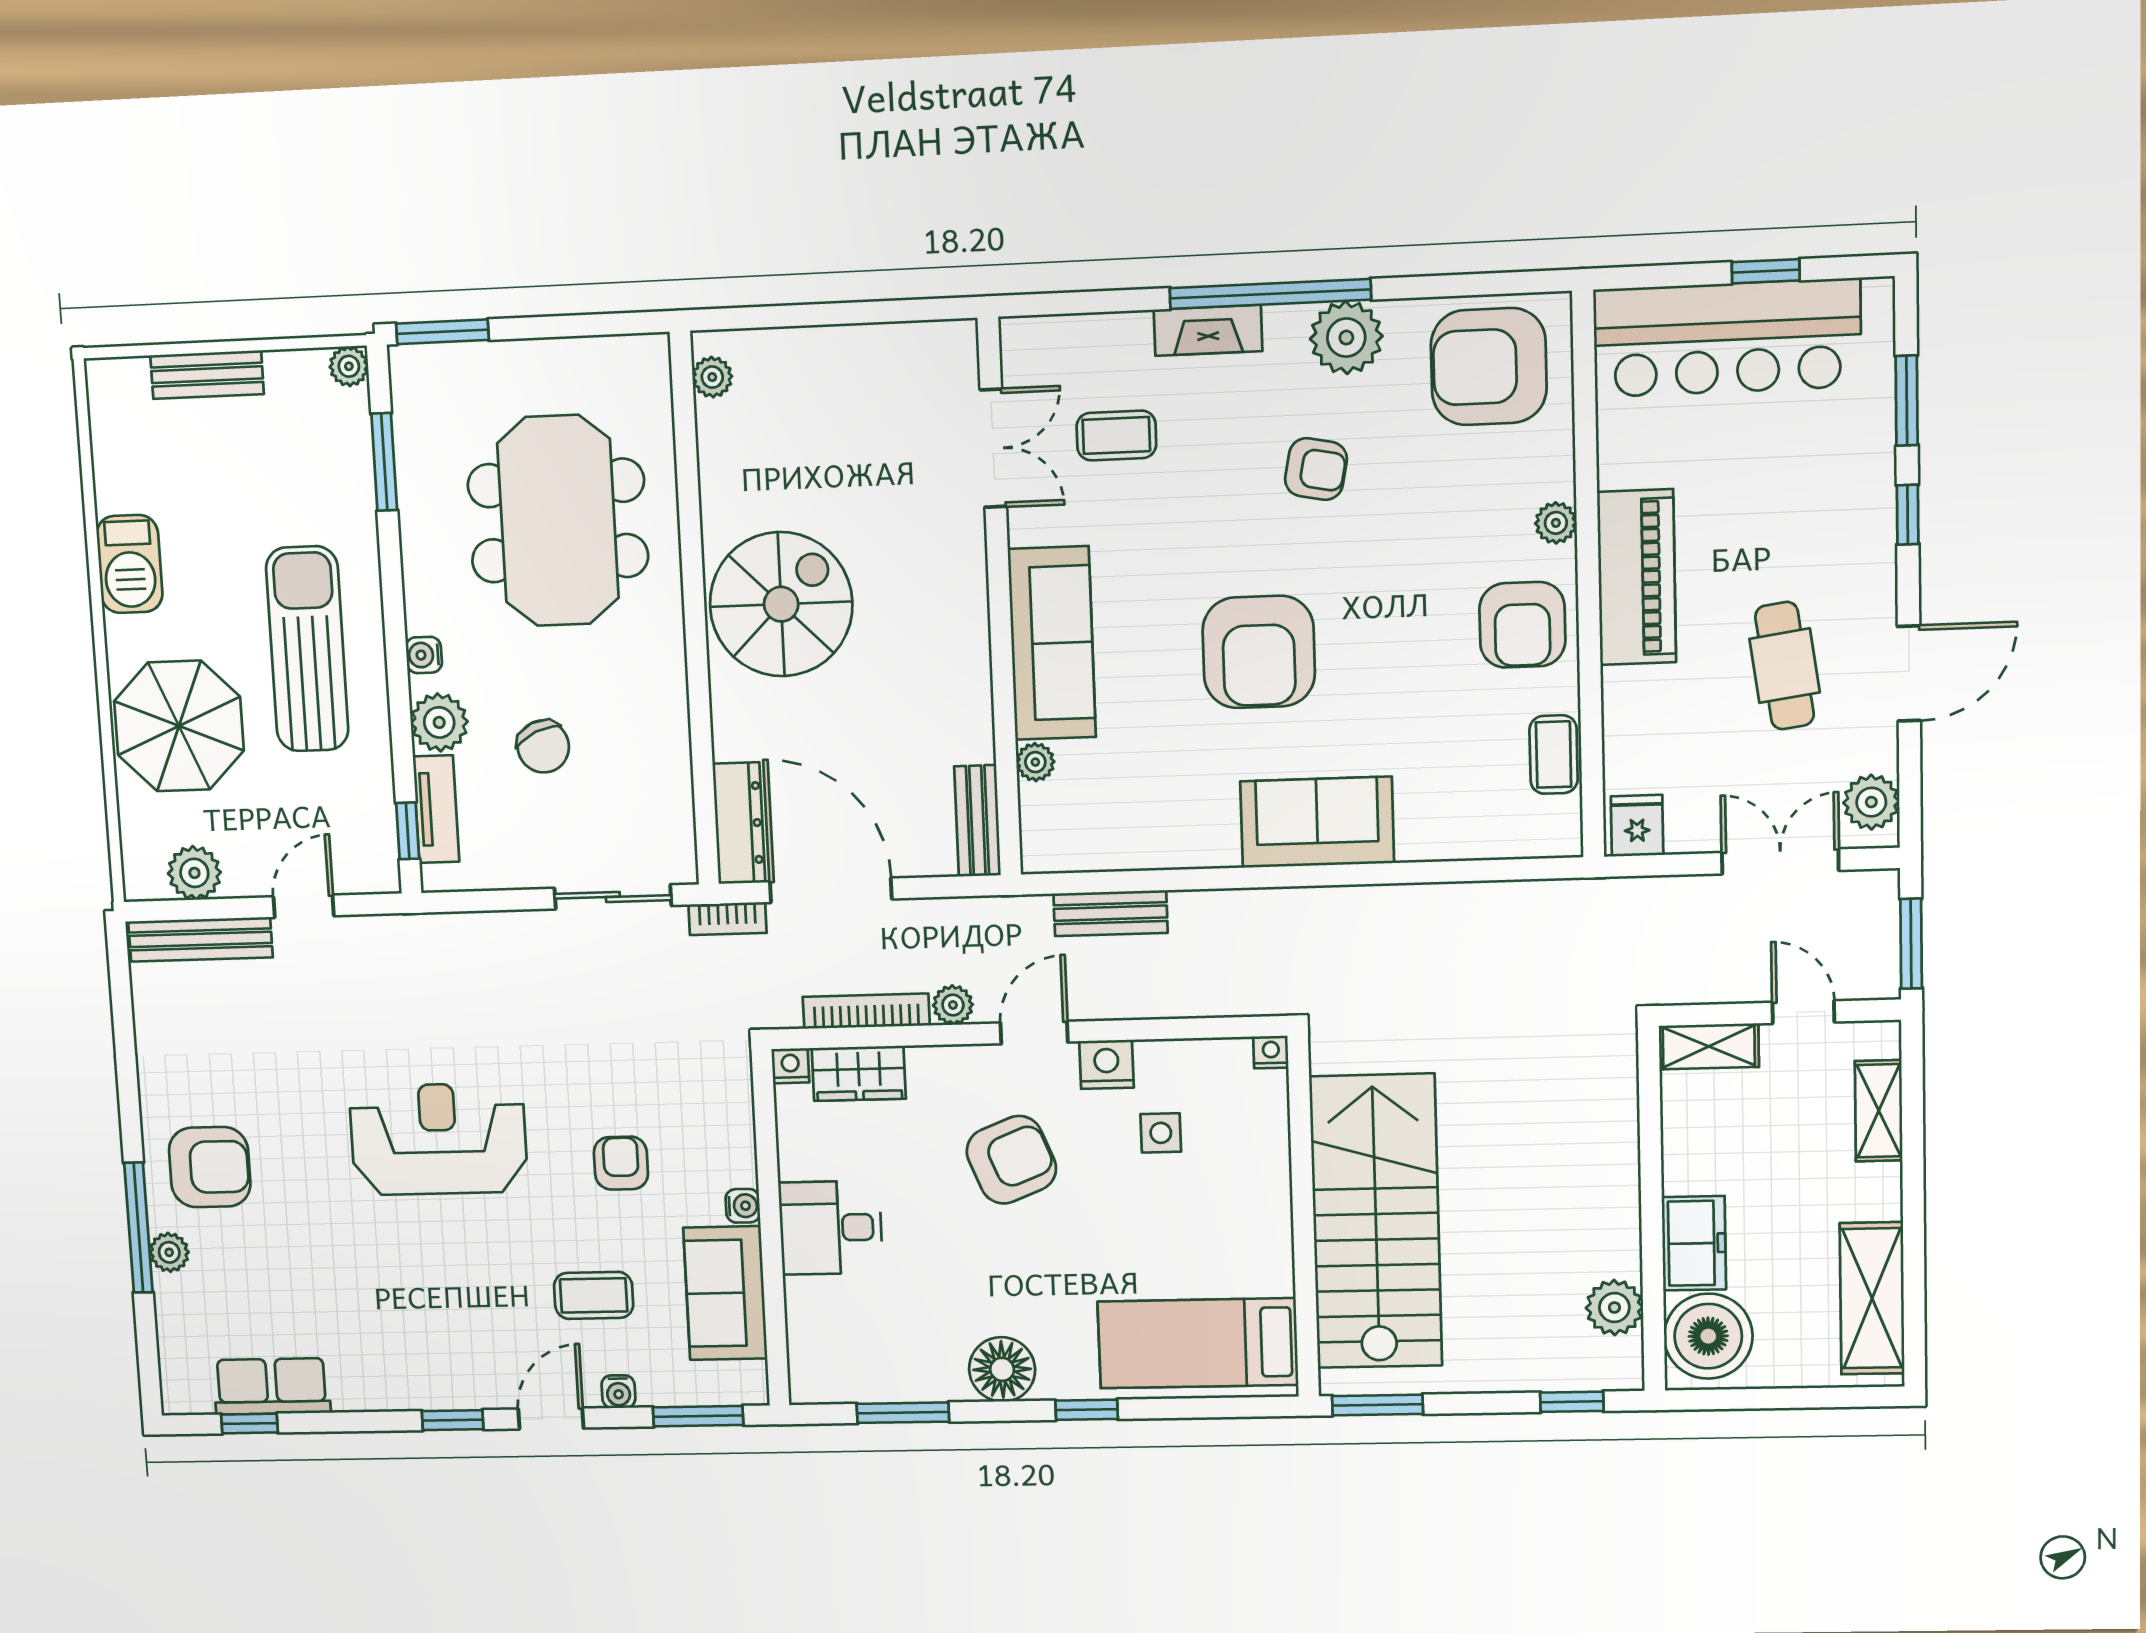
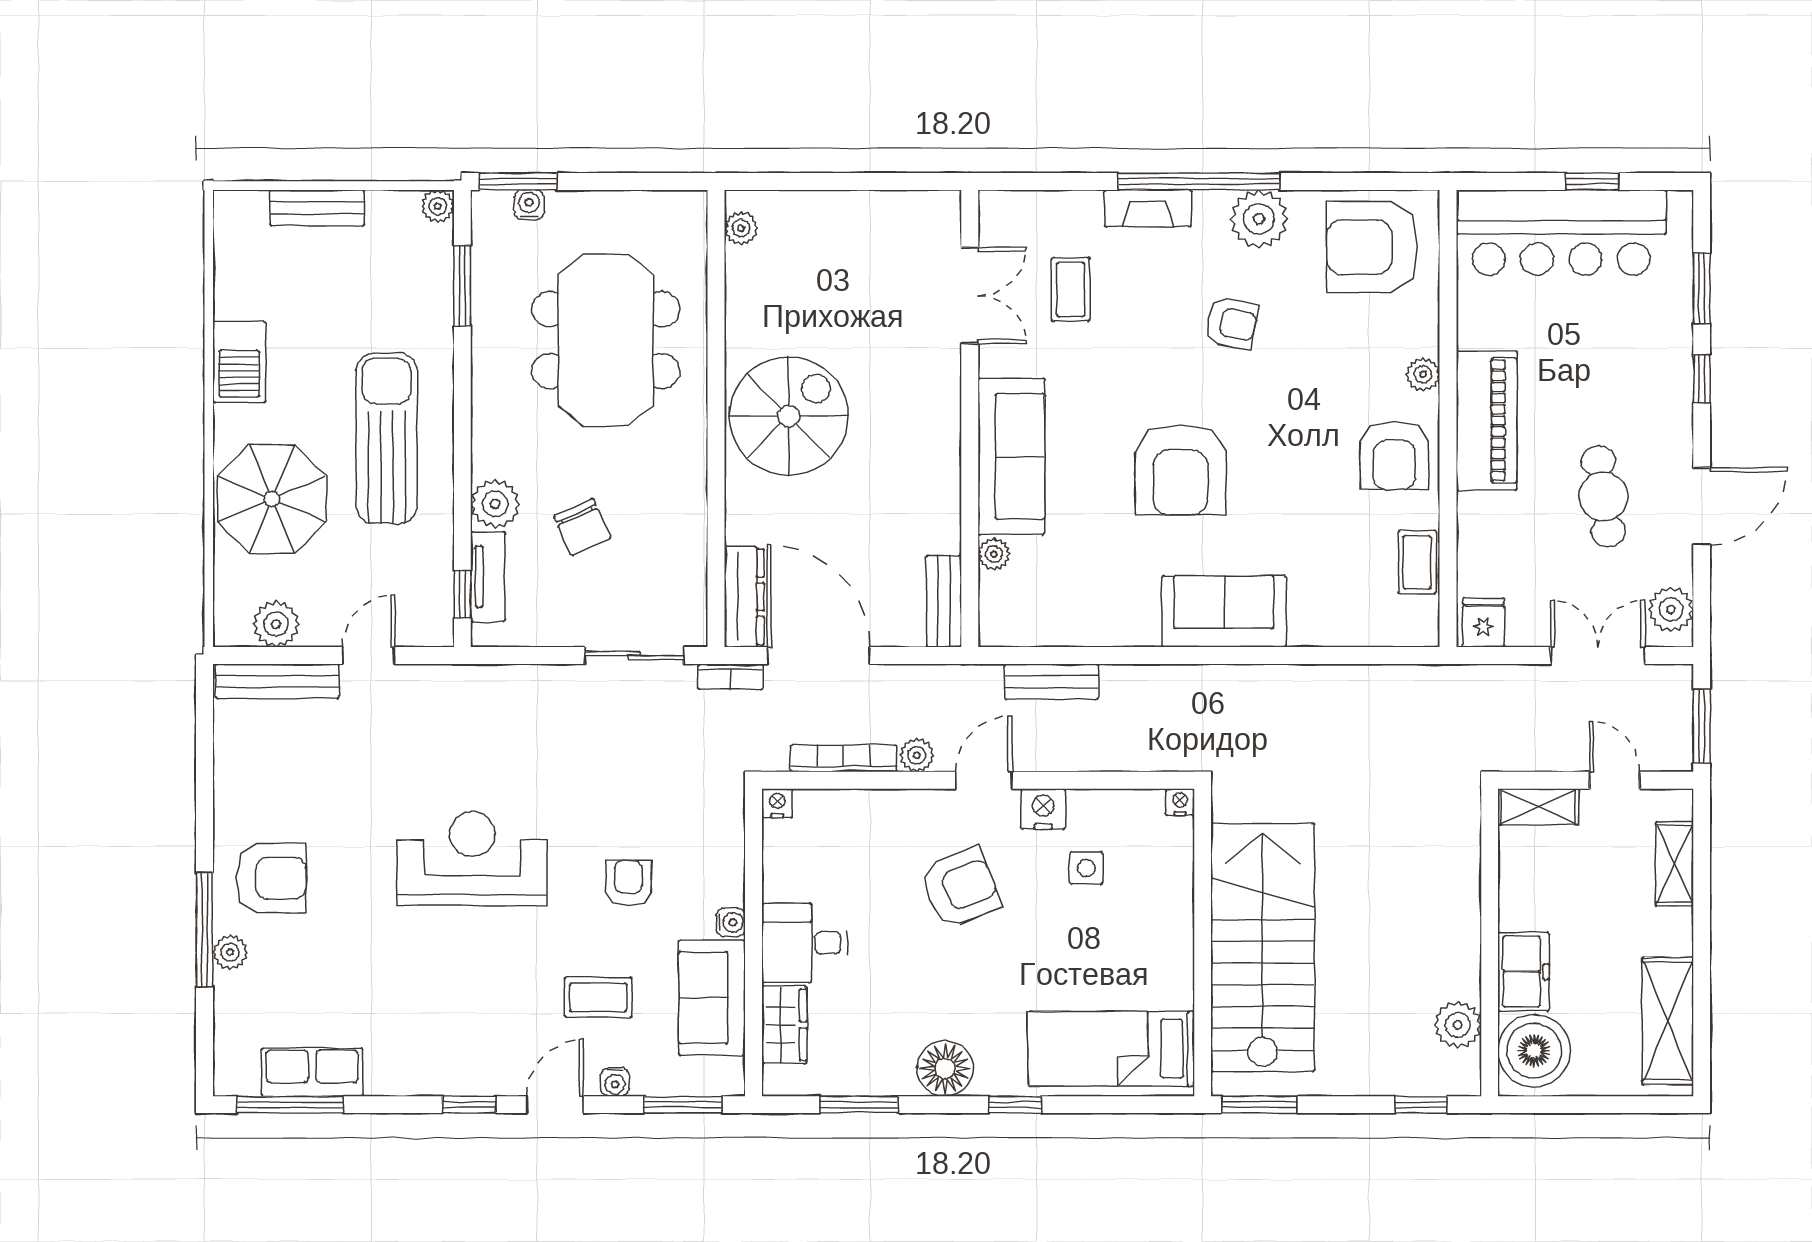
coffee table: (1116, 435) -> (1071, 289), turned 90
water cooler: (424, 655) -> (529, 205), moved, turned 90
wardrobe: (859, 1073) -> (784, 1025), moved, turned -90
window: (249, 1423) -> (290, 1105), width x2.17

